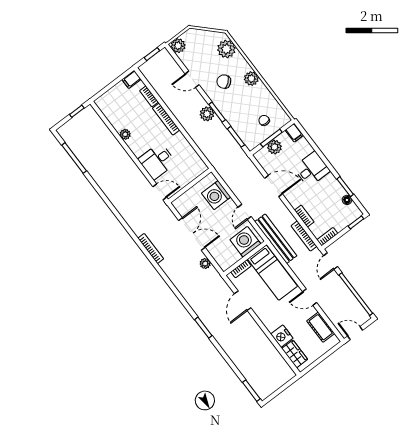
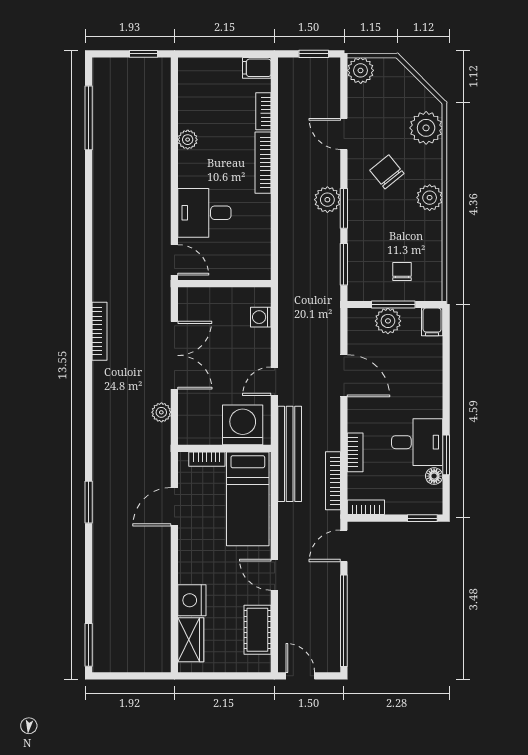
desk: (312, 169) -> (417, 442), moved
washing machine: (216, 195) -> (261, 317), width x0.53, depth x0.53

